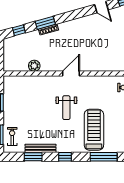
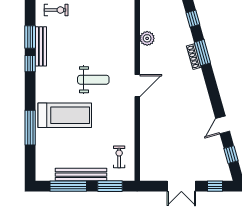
door: (71, 74) -> (137, 86), hinge flipped
weight bench: (66, 108) -> (93, 80), turned 180
window: (65, 157) -> (30, 64), moved

